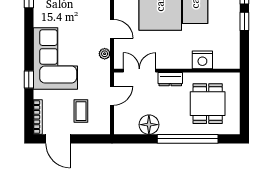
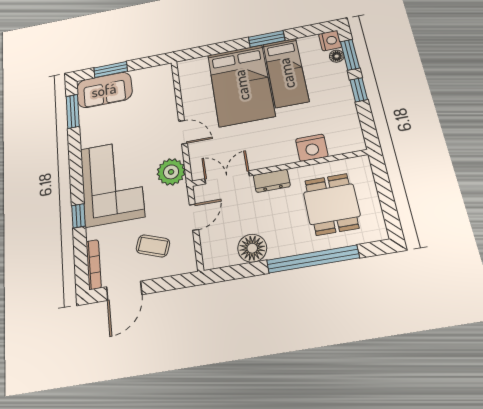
plant: (105, 54) -> (171, 172), width x1.88, depth x1.88
coffee table: (81, 111) -> (153, 246), turned -71
door: (58, 139) -> (124, 291), hinge flipped

